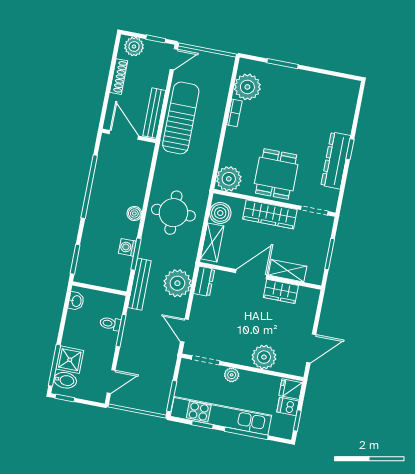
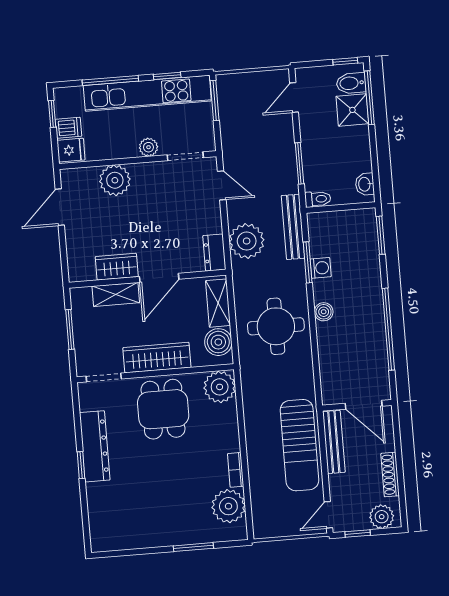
toilet: (110, 324) -> (318, 199), moved

